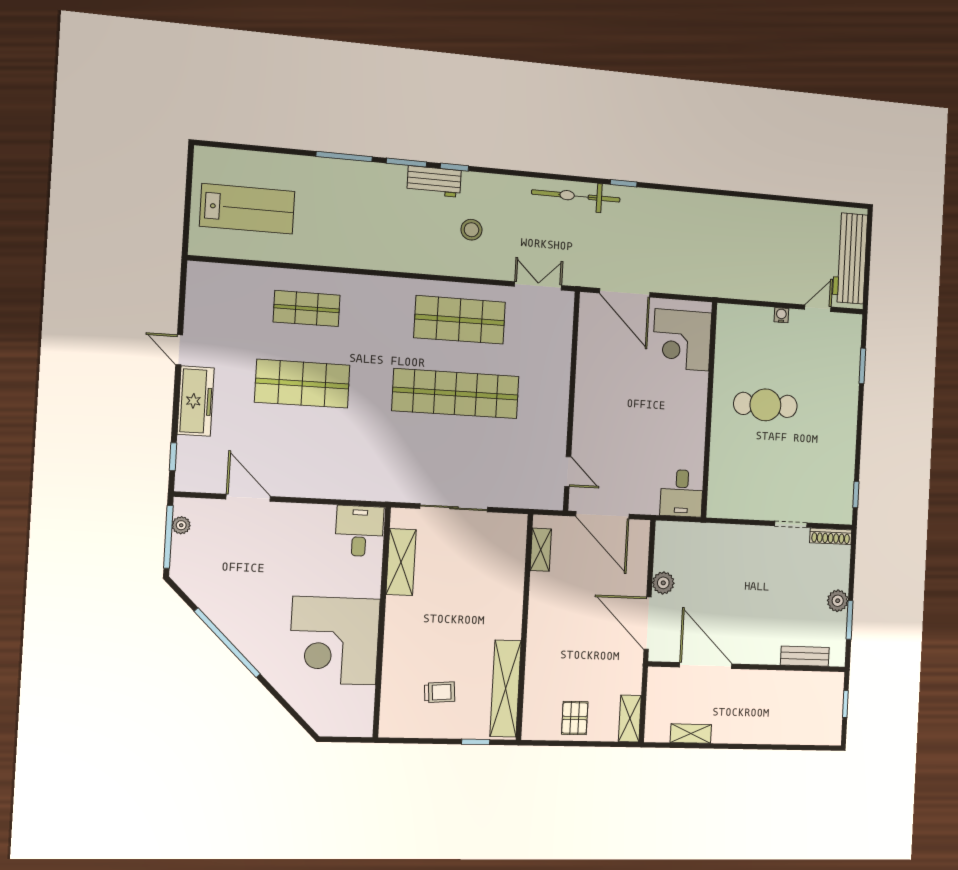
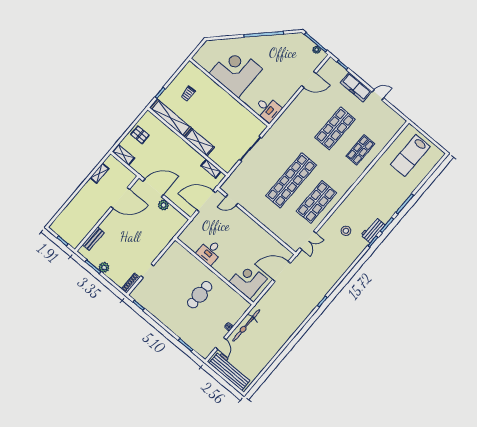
bicycle: (576, 196) -> (246, 325), moved, turned 180
desk: (682, 493) -> (210, 252), moved, turned -90
shelving: (401, 562) -> (199, 142), moved

